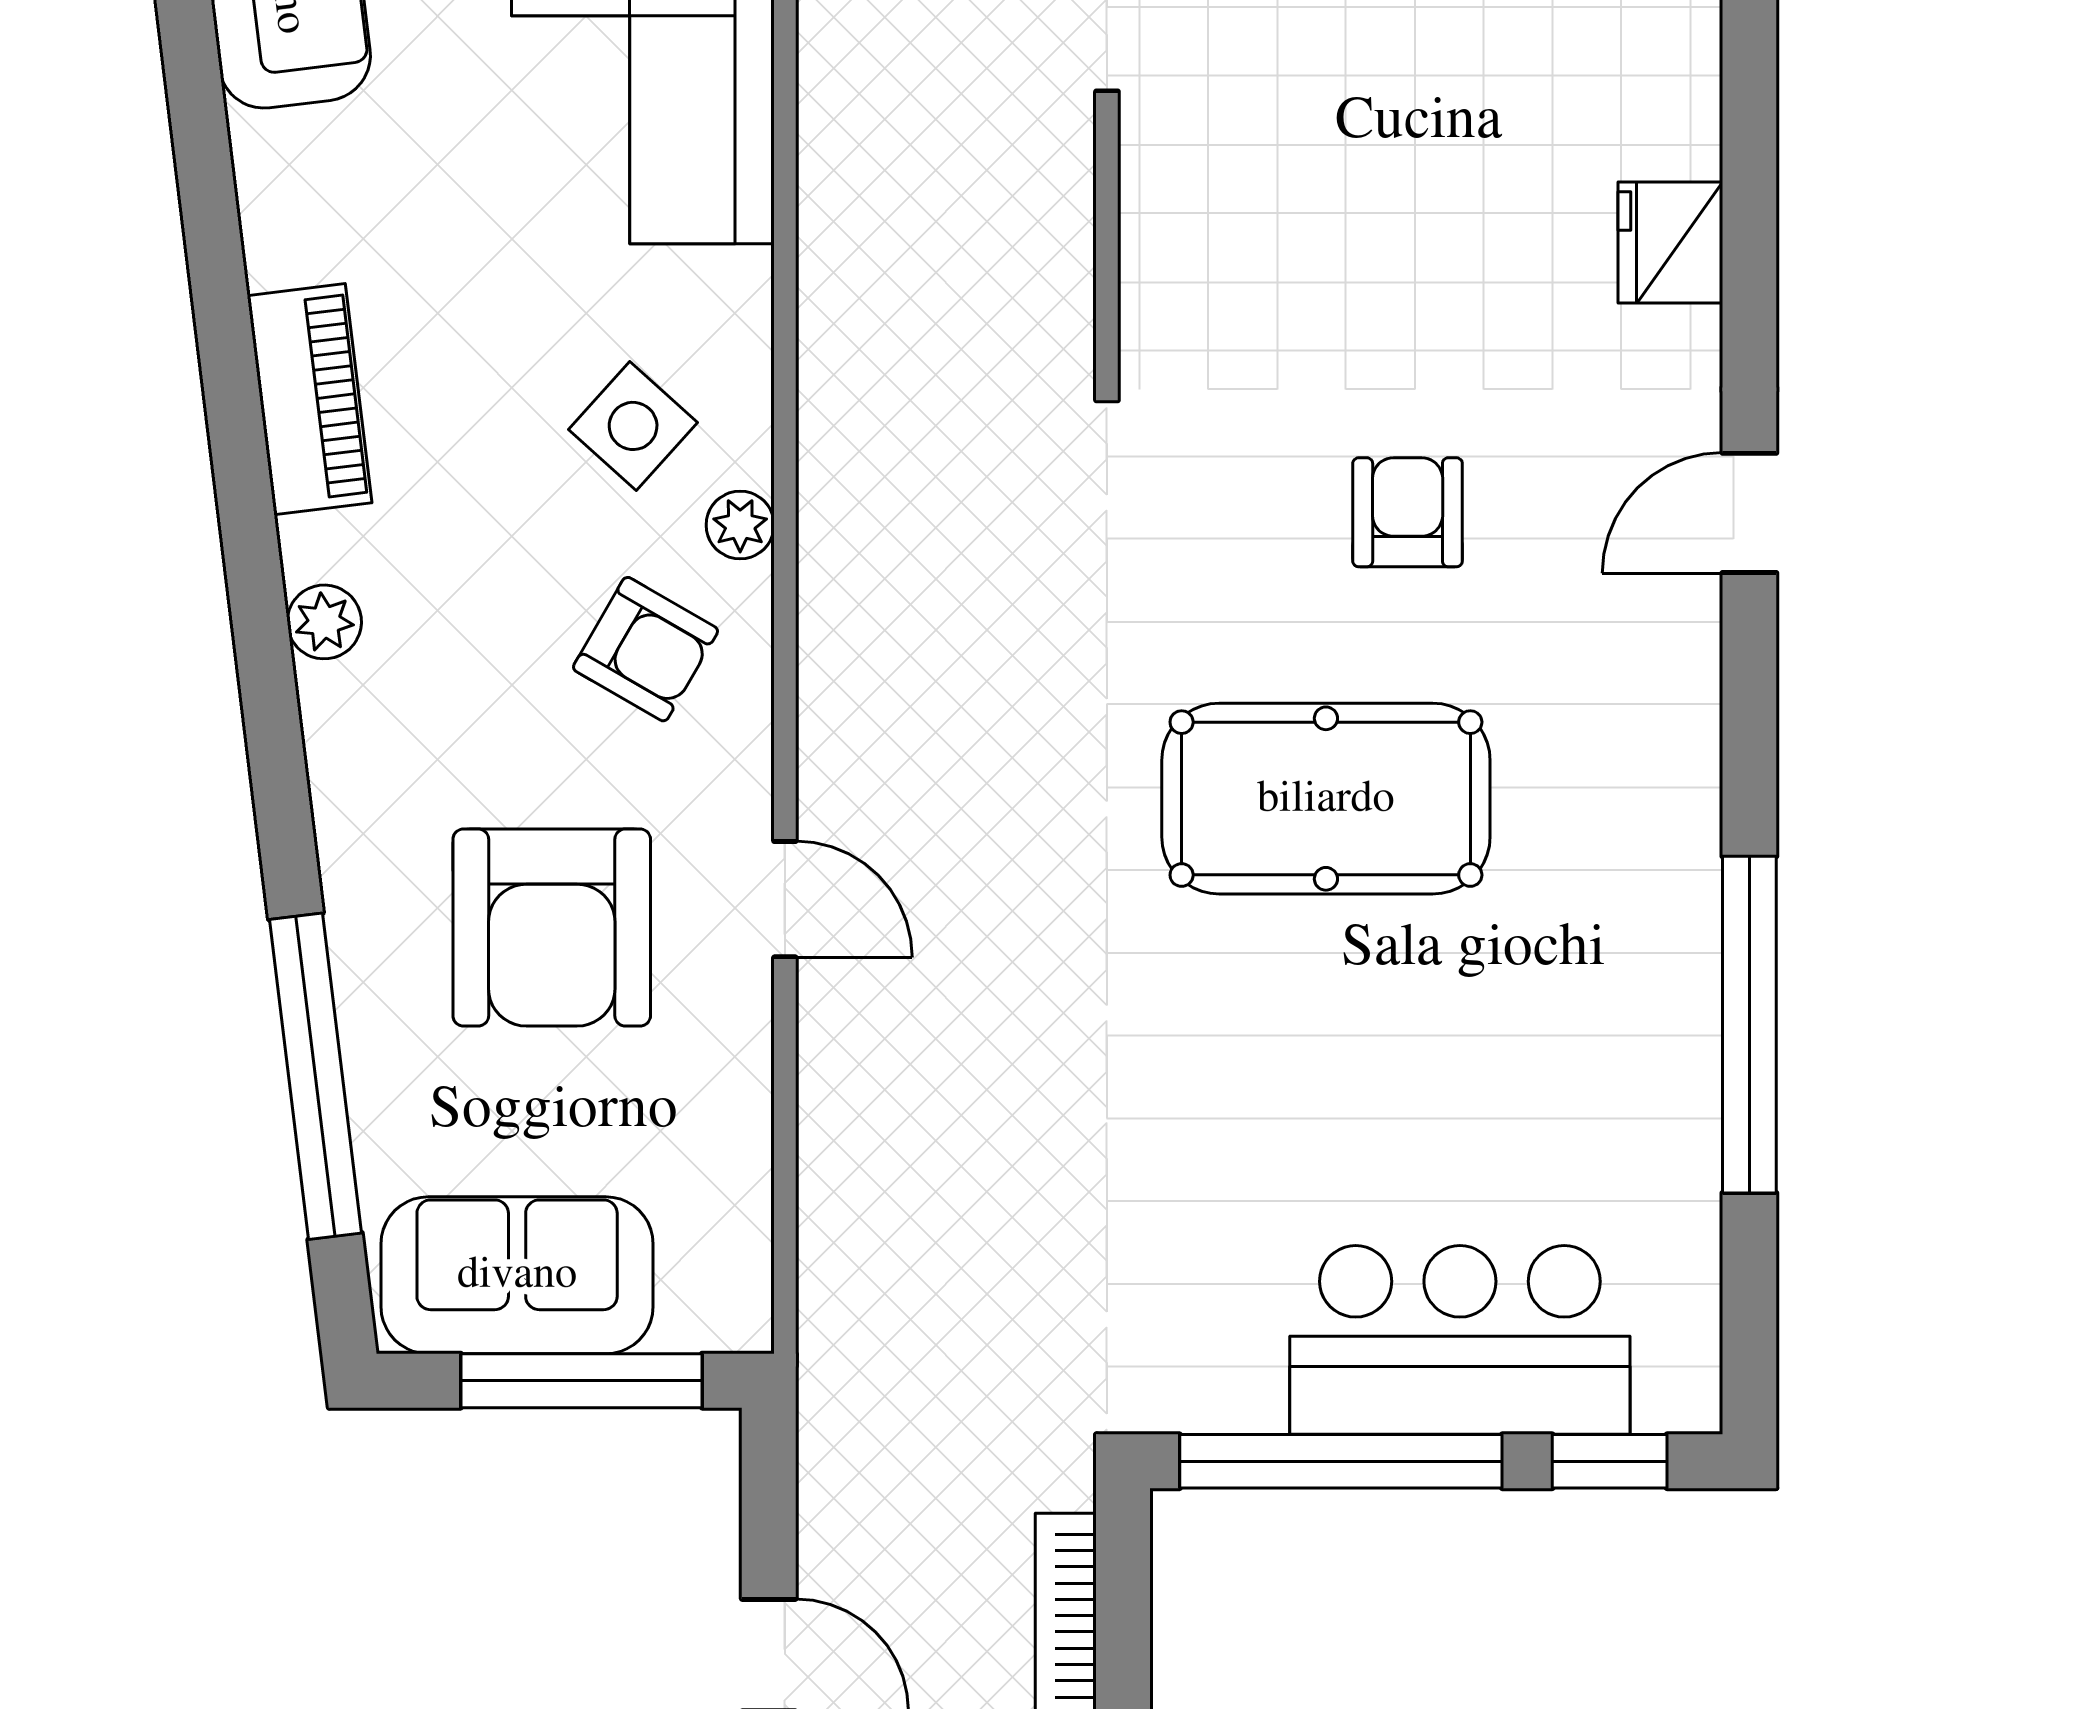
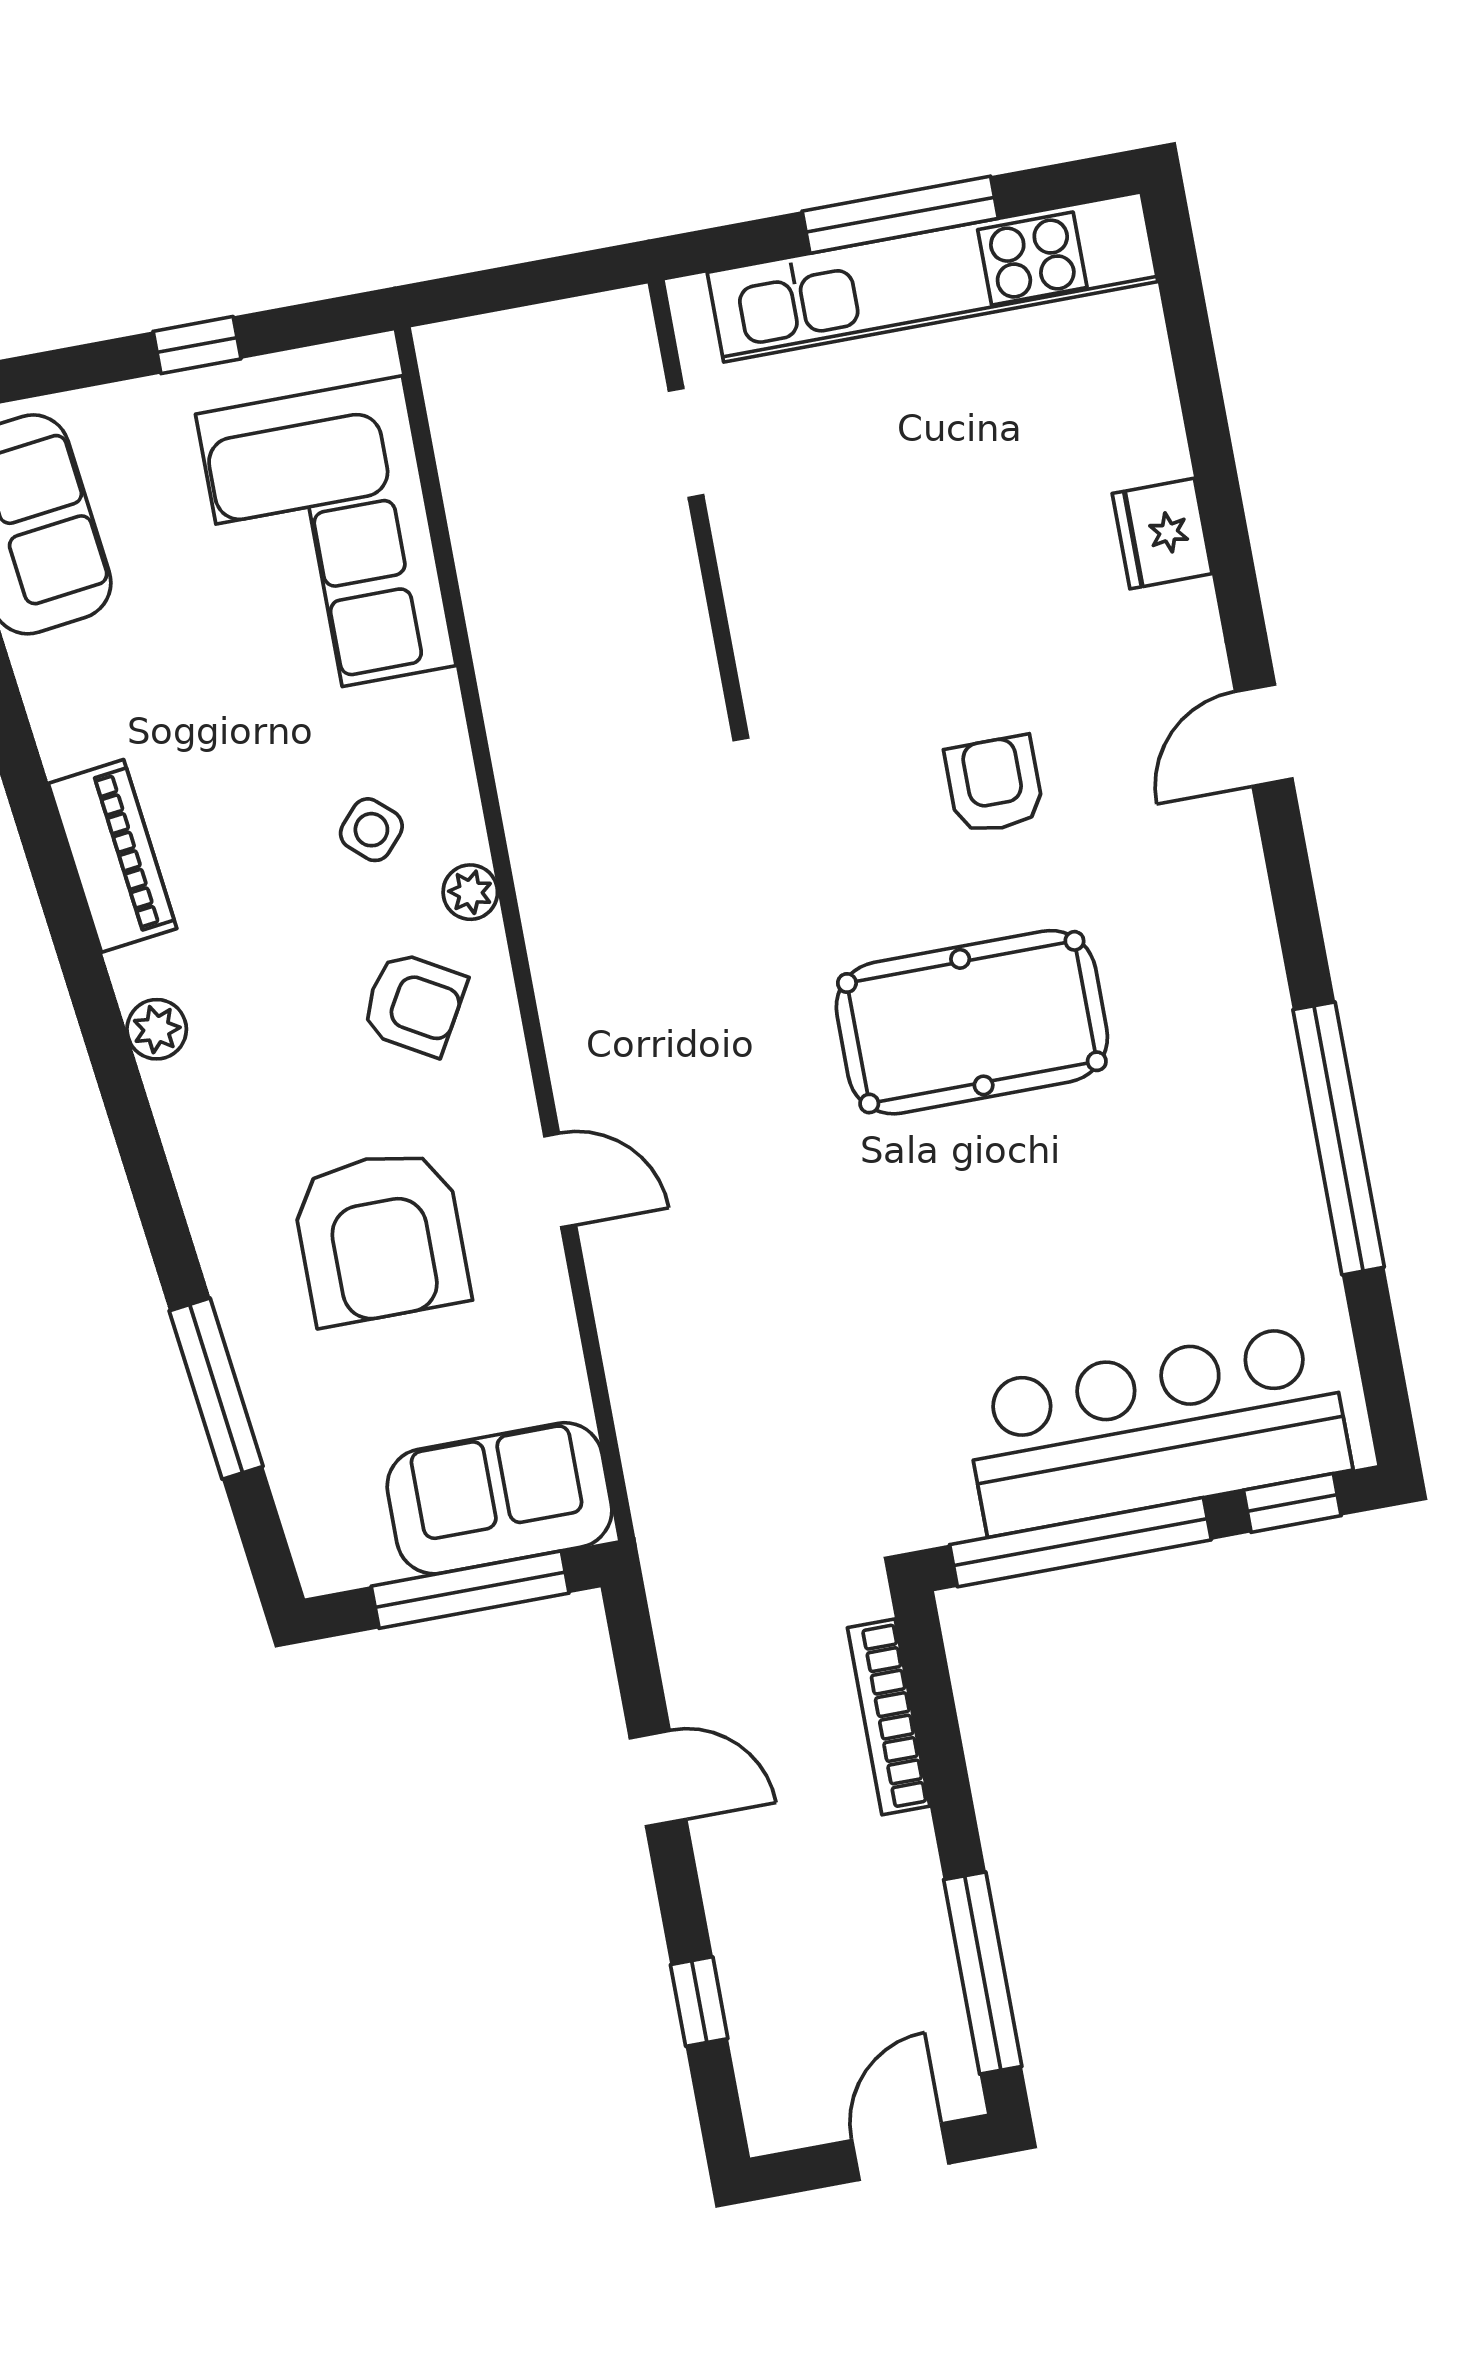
side table: (633, 426) -> (371, 830), width x0.73, depth x0.73
window: (315, 1076) -> (216, 1389), width x0.68
sofa: (517, 1275) -> (500, 1498), moved
bar counter: (1460, 1340) -> (1157, 1429), width x1.36

